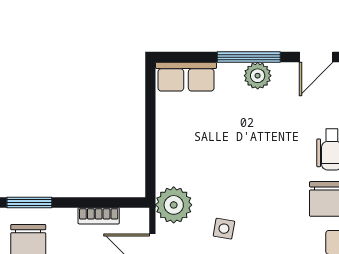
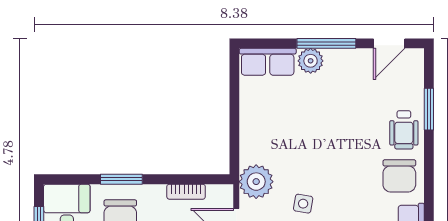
plant: (258, 76) -> (311, 61), moved

